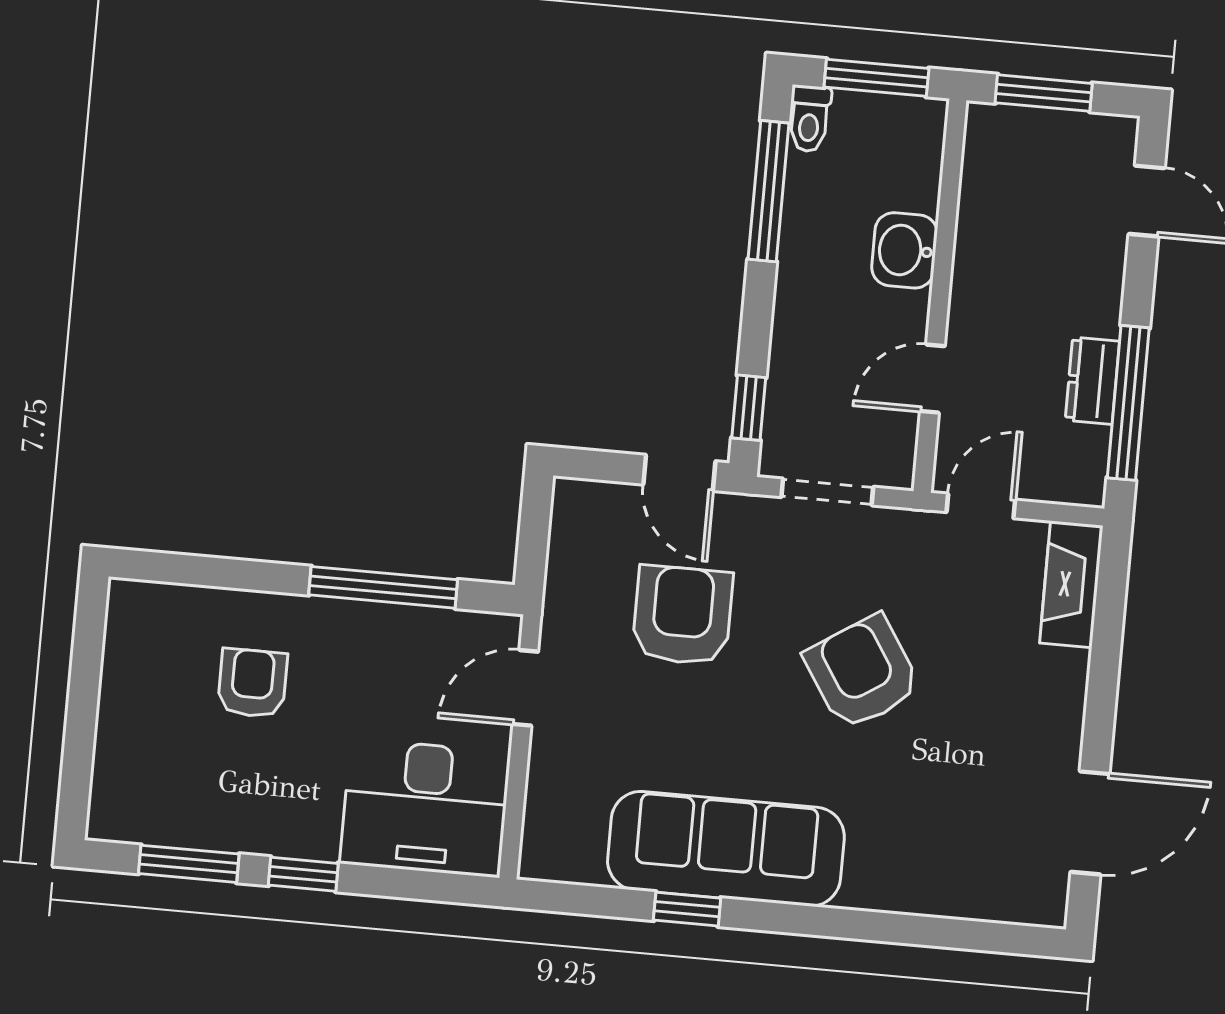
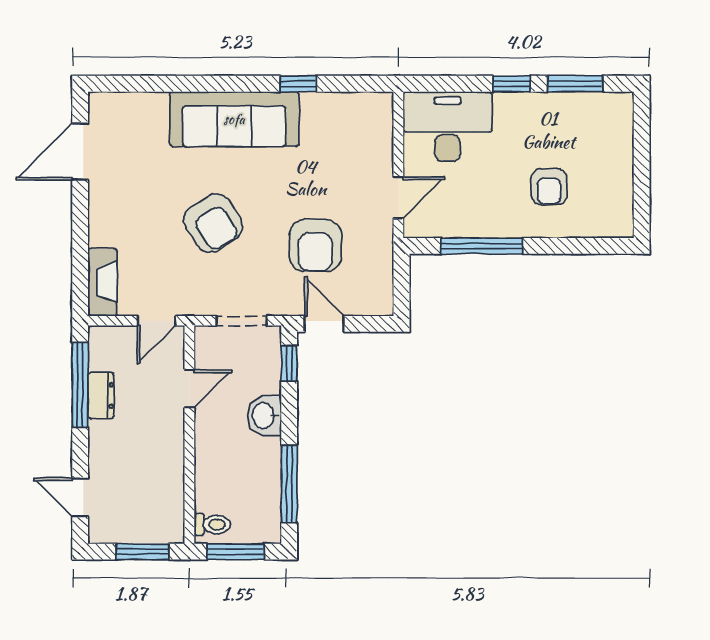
toilet: (809, 119) -> (212, 525), moved, turned 90
washbasin: (904, 250) -> (264, 416), moved, turned 180
sofa: (726, 849) -> (234, 119), moved

